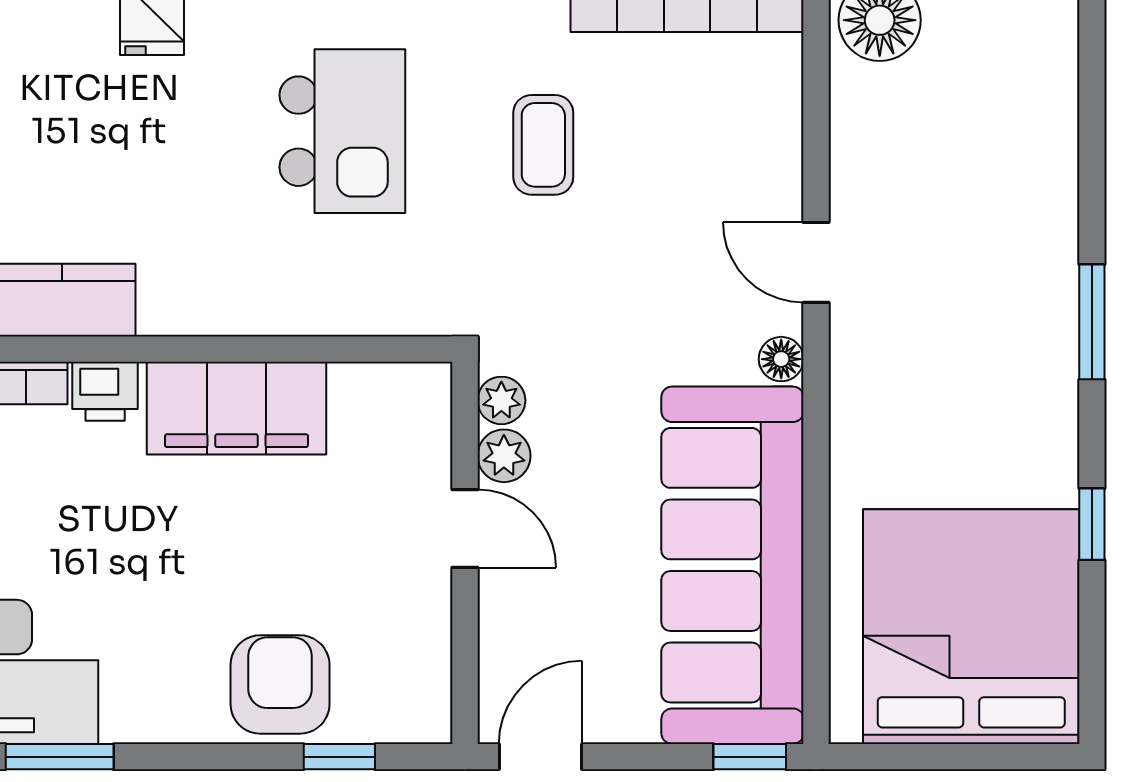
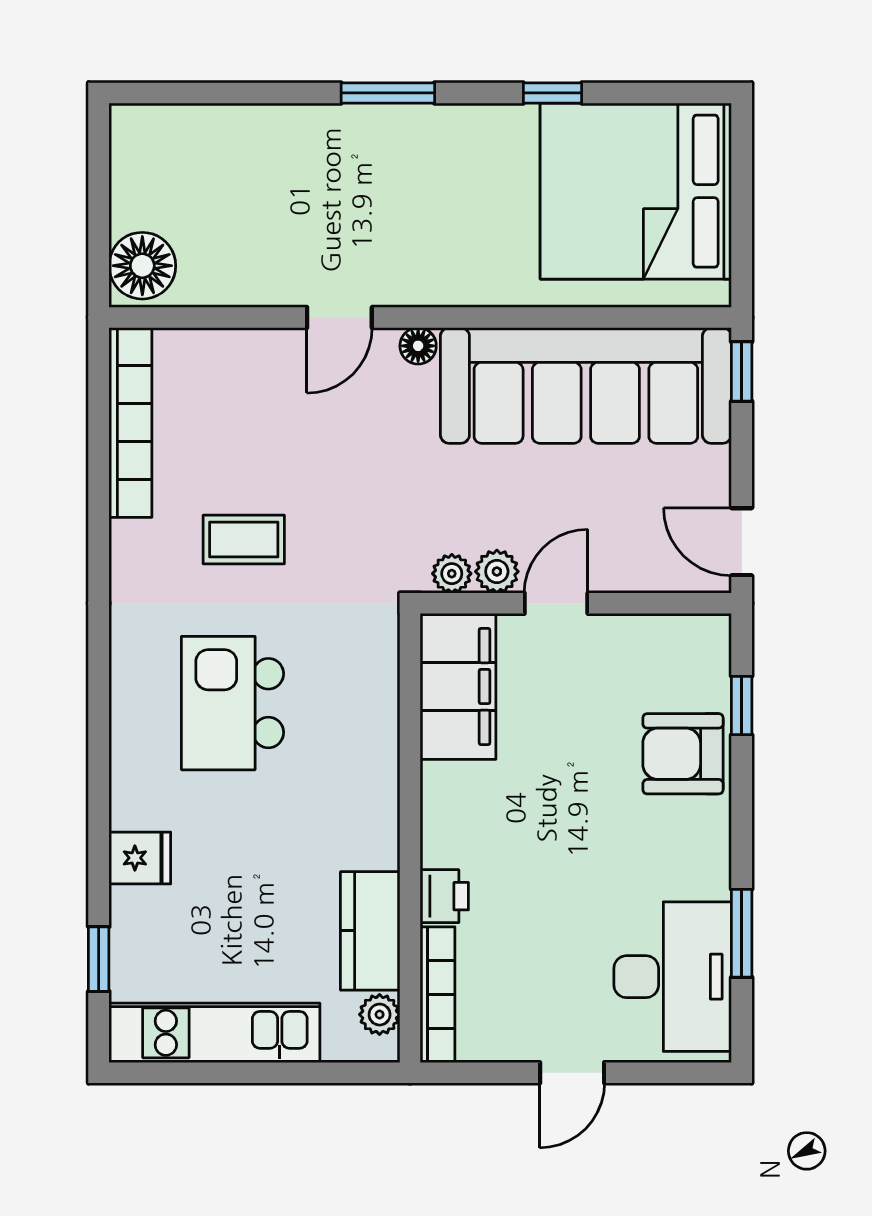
kitchen island: (342, 131) -> (233, 703), turned -90
filing cabinet: (236, 408) -> (458, 686), moved

